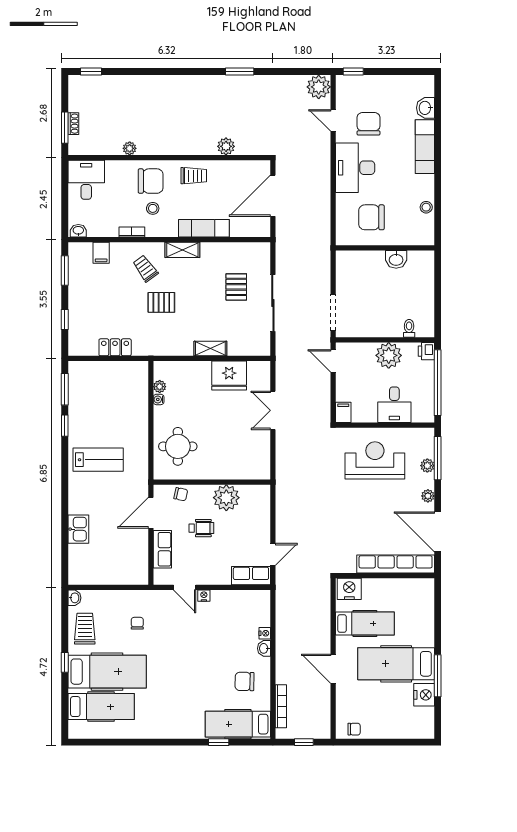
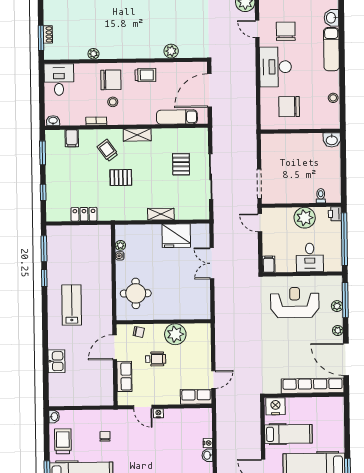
exam couch: (204, 228) -> (177, 117), moved
washbasin: (396, 259) -> (332, 140), moved
lab bench: (98, 460) -> (72, 305), turned -90

